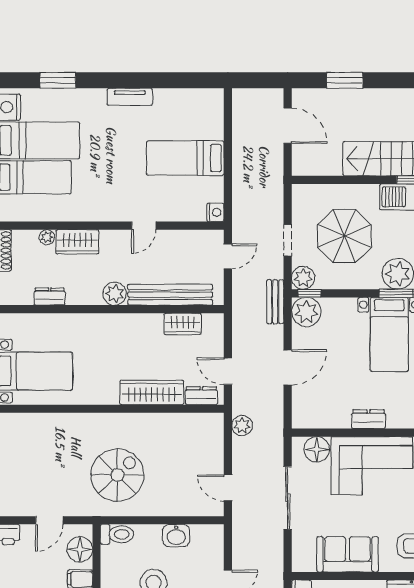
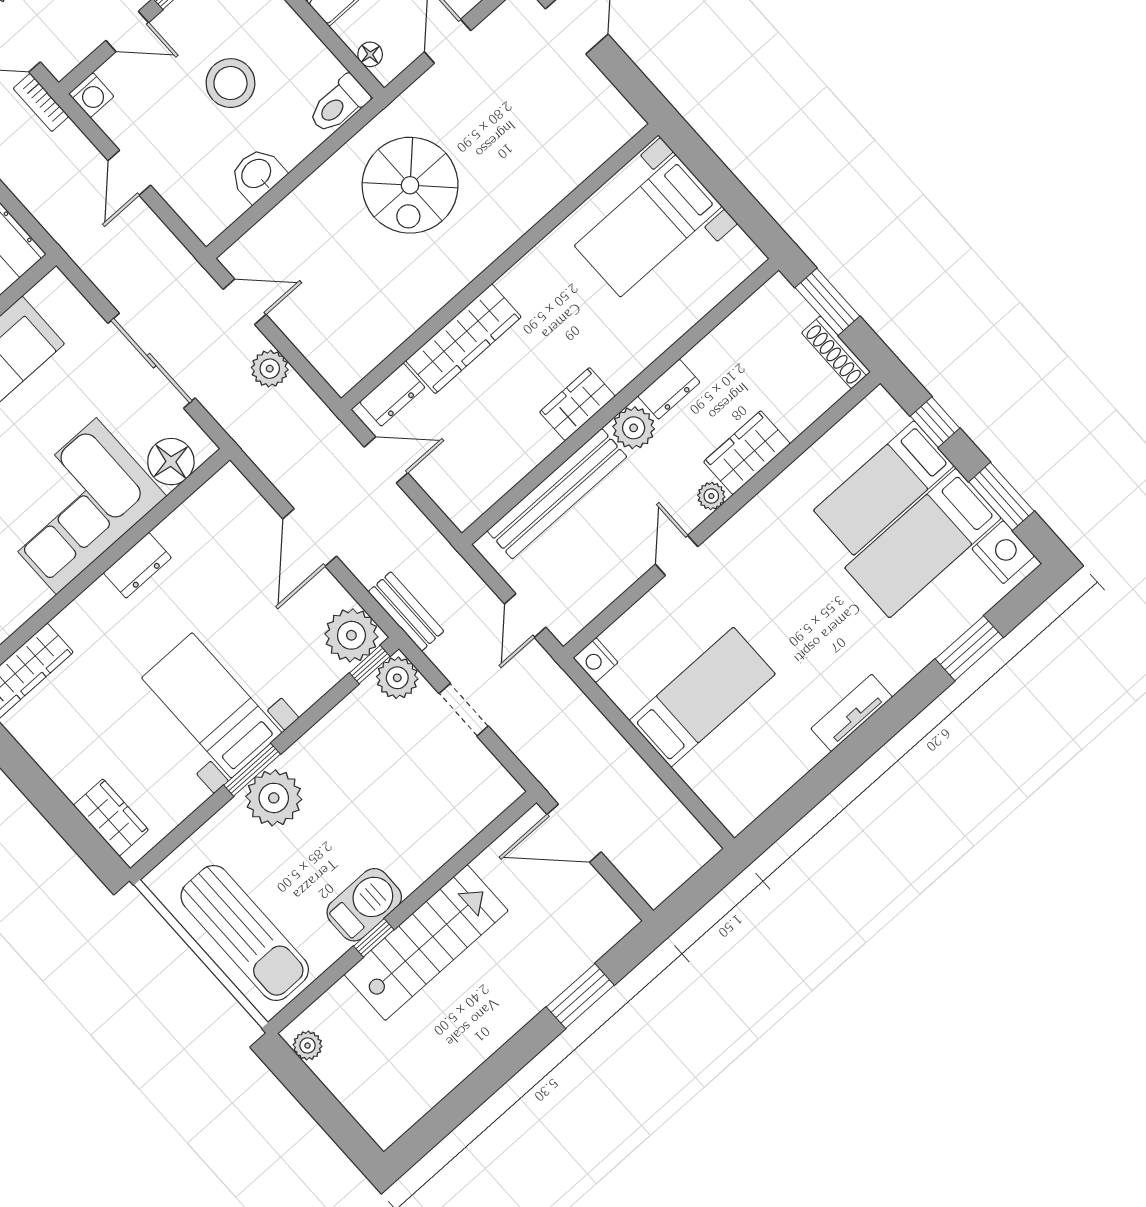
door: (288, 126) -> (574, 833), moved
parasol: (344, 236) -> (392, 784), removed
plant: (47, 237) -> (711, 496), moved
dresser: (50, 297) -> (669, 389), moved
wardrobe: (183, 324) -> (577, 404), moved
plant: (242, 426) -> (270, 369), moved
floor lamp: (80, 549) -> (370, 54), width x0.53, depth x0.53

